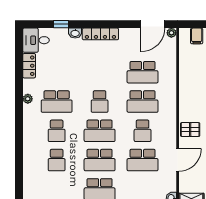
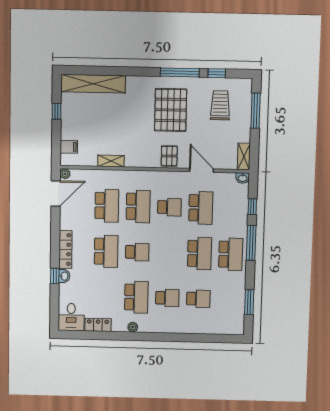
window: (61, 24) -> (55, 276), moved
door: (153, 24) -> (56, 194), hinge flipped
shelving: (184, 75) -> (111, 161), added
school desk: (100, 131) -> (106, 251), moved

